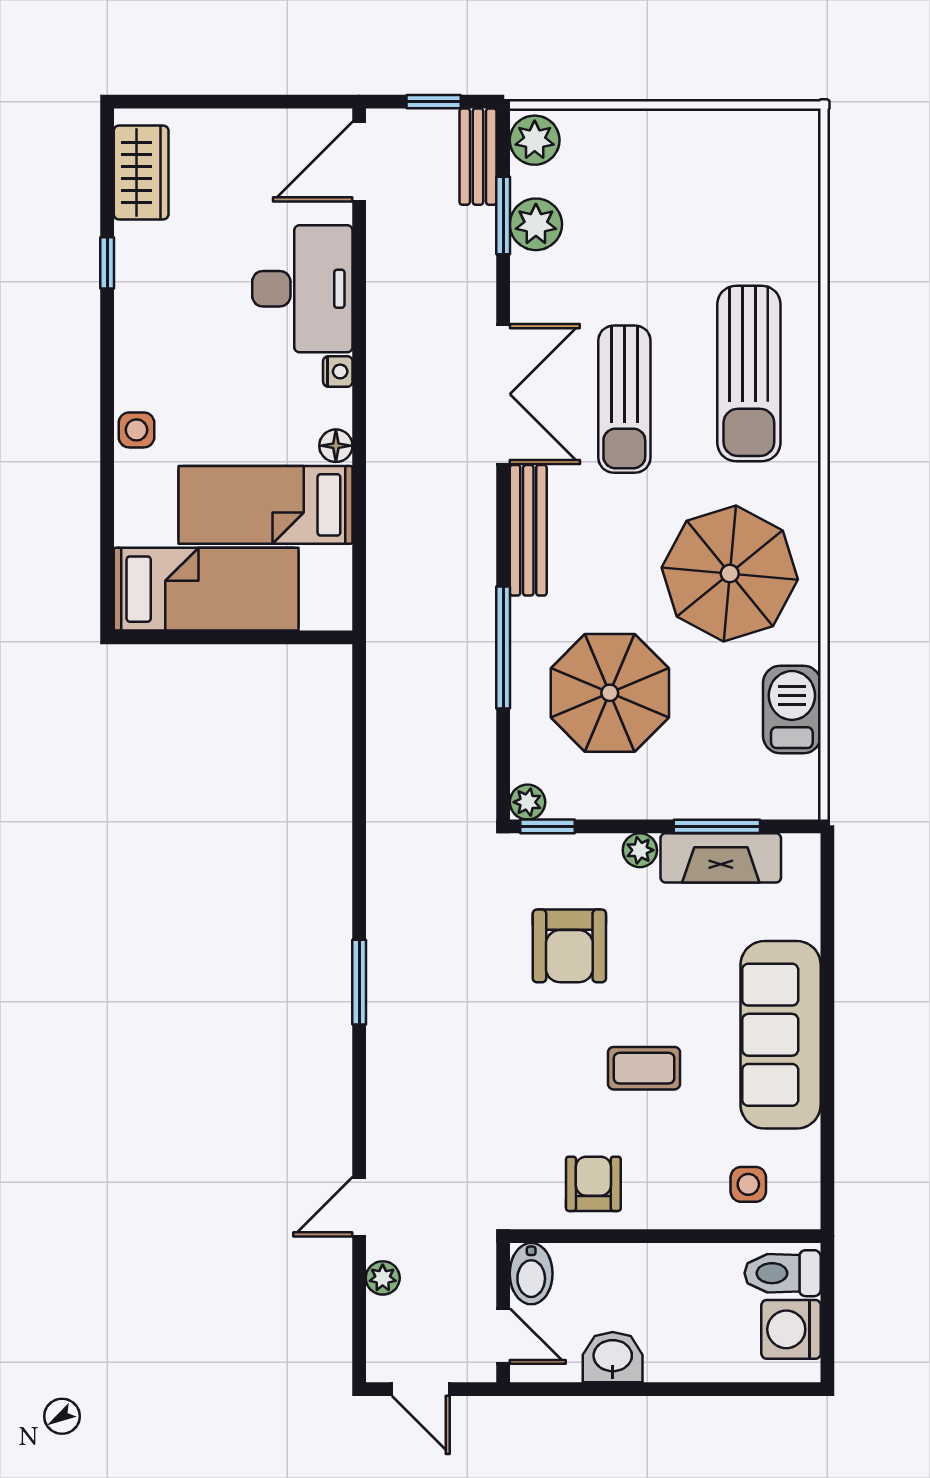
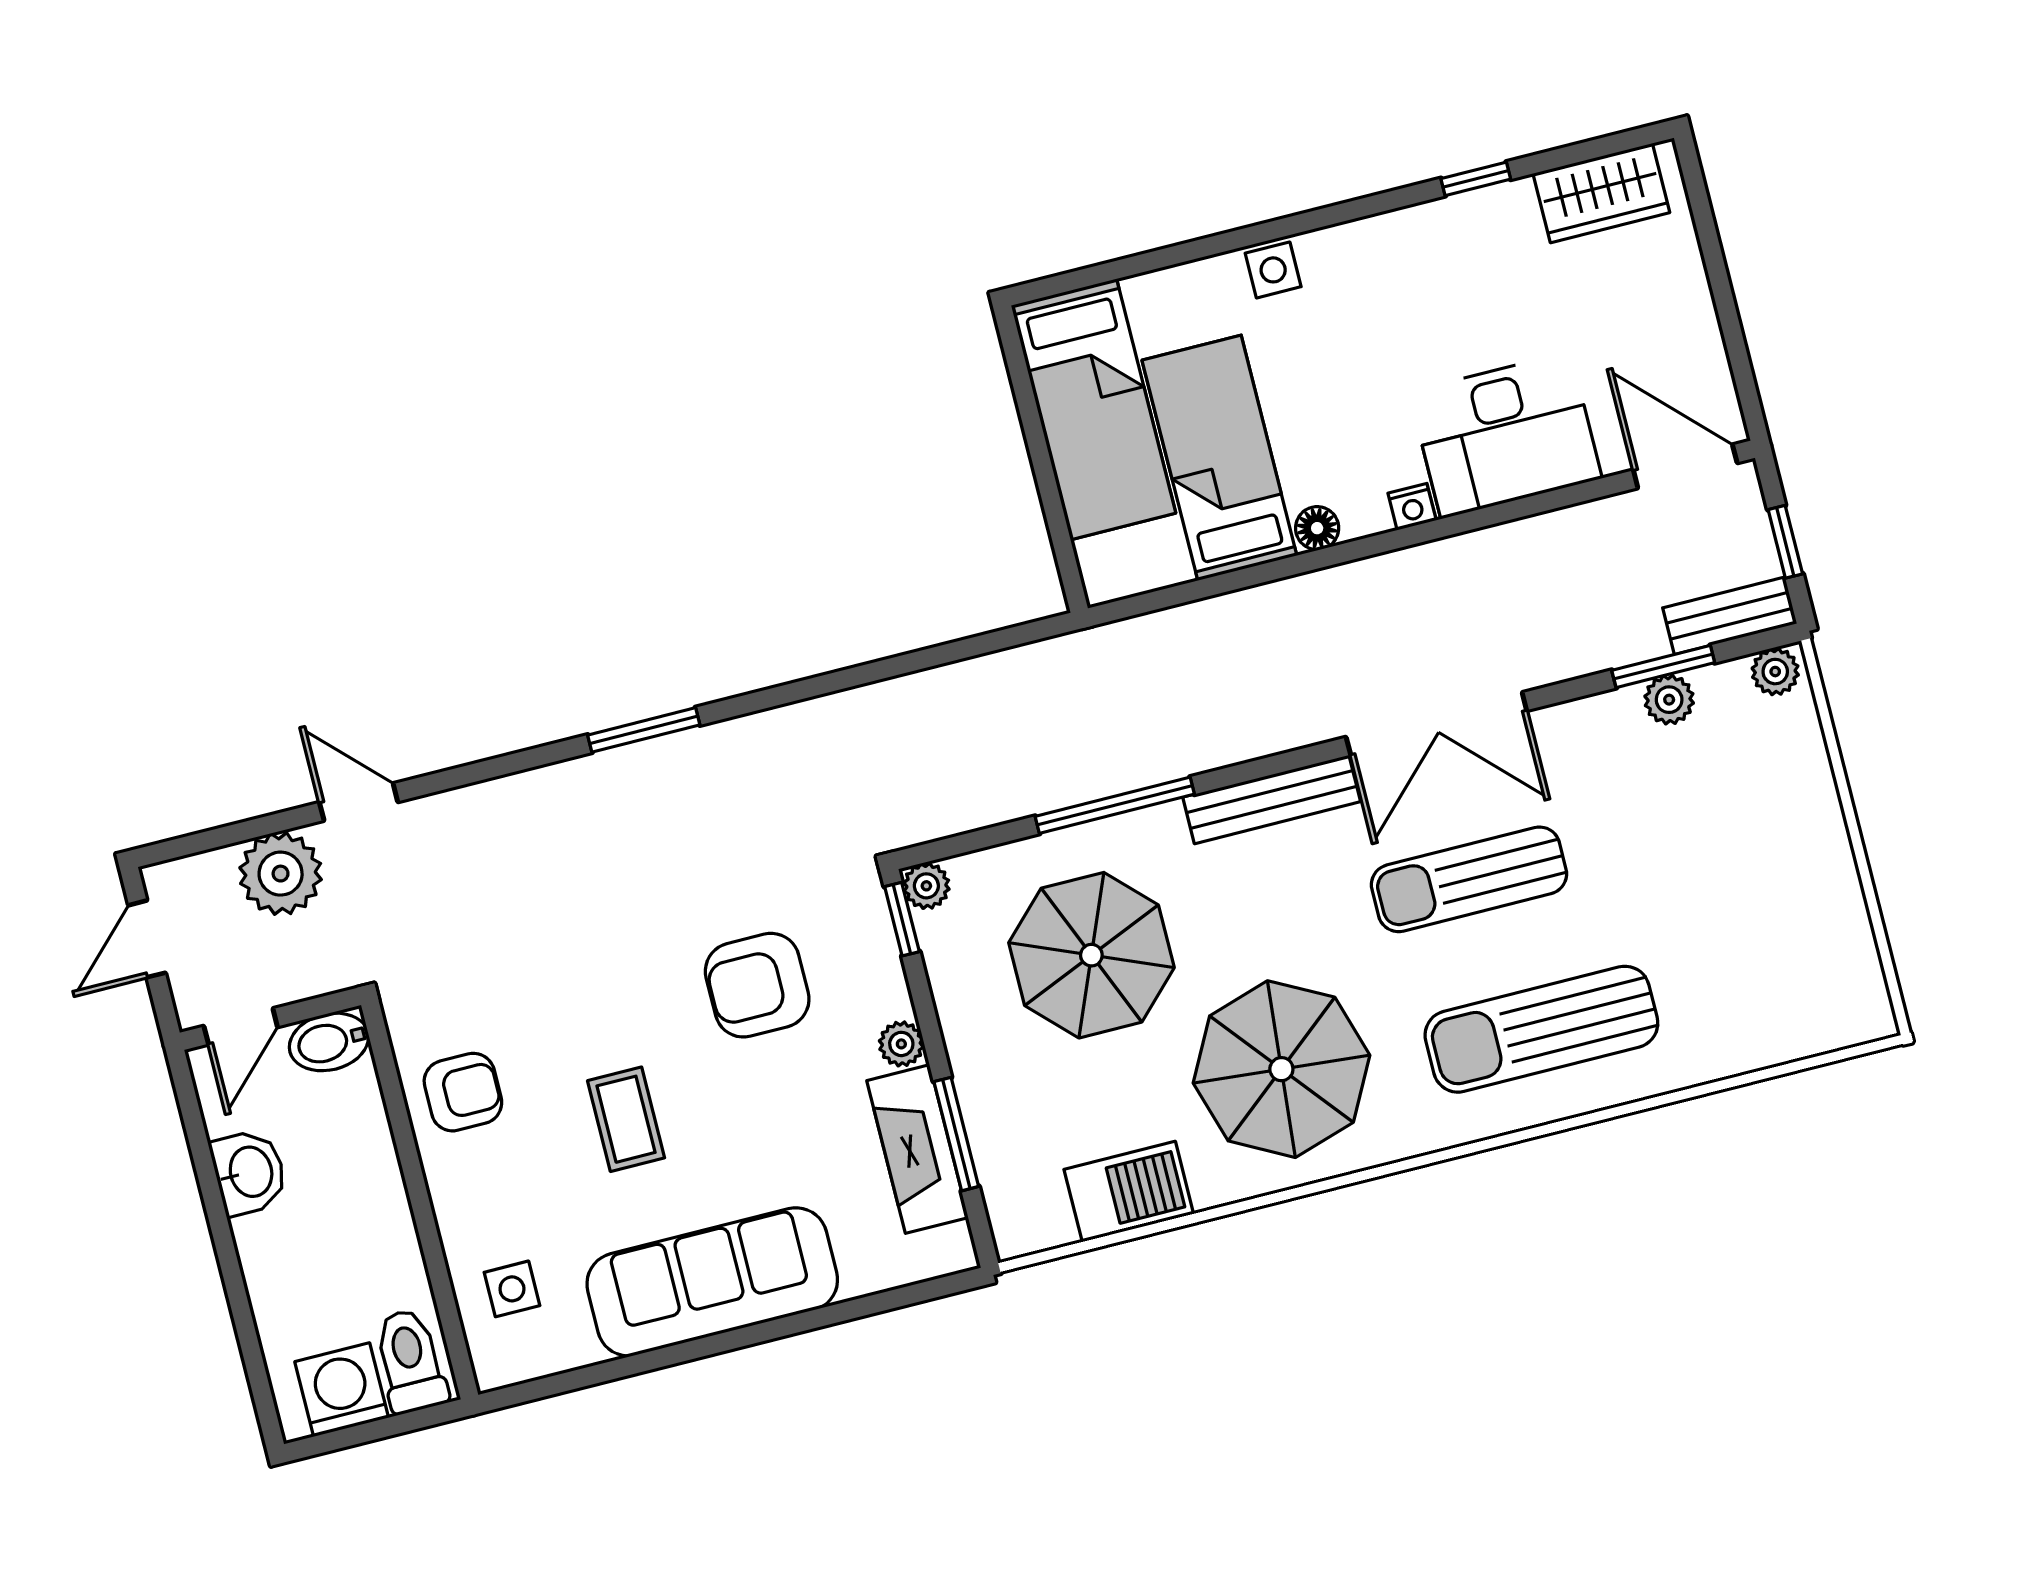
plant: (535, 140) -> (1775, 672), width x0.73, depth x0.73
plant: (536, 224) -> (1669, 700), width x0.73, depth x0.73
plant: (383, 1278) -> (281, 874), width x1.88, depth x1.88

